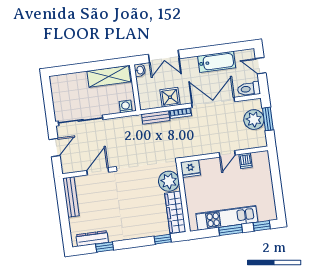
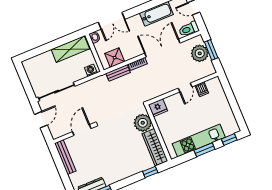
shower: (170, 97) -> (115, 58), moved

